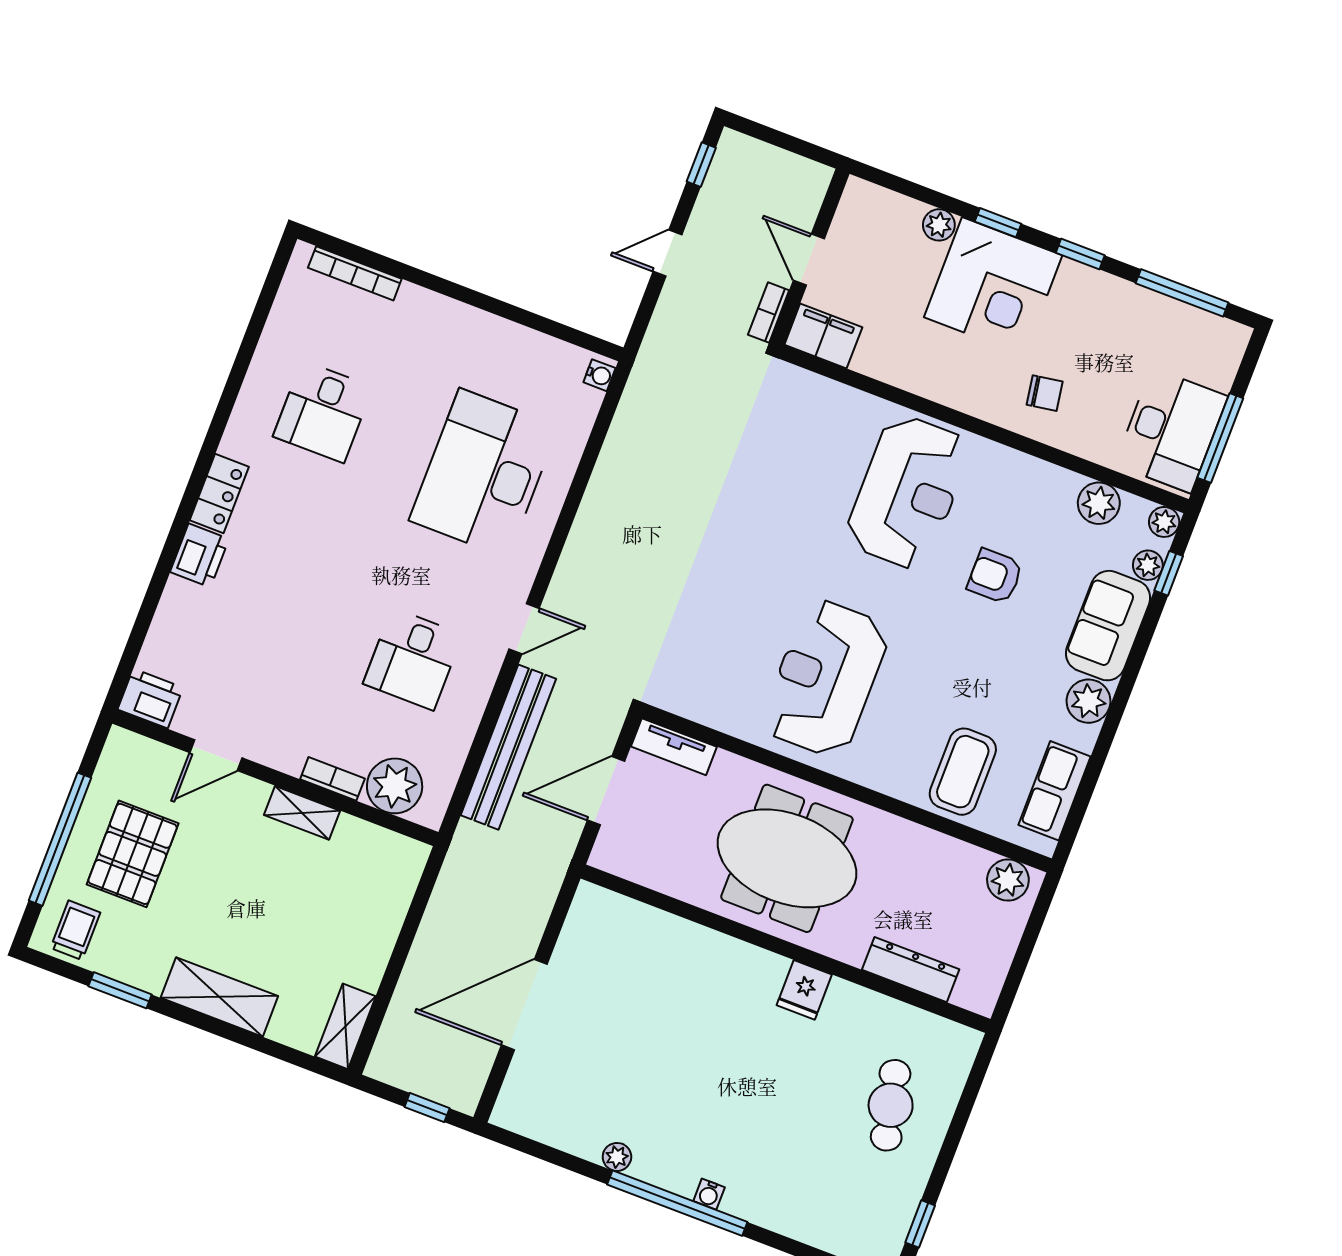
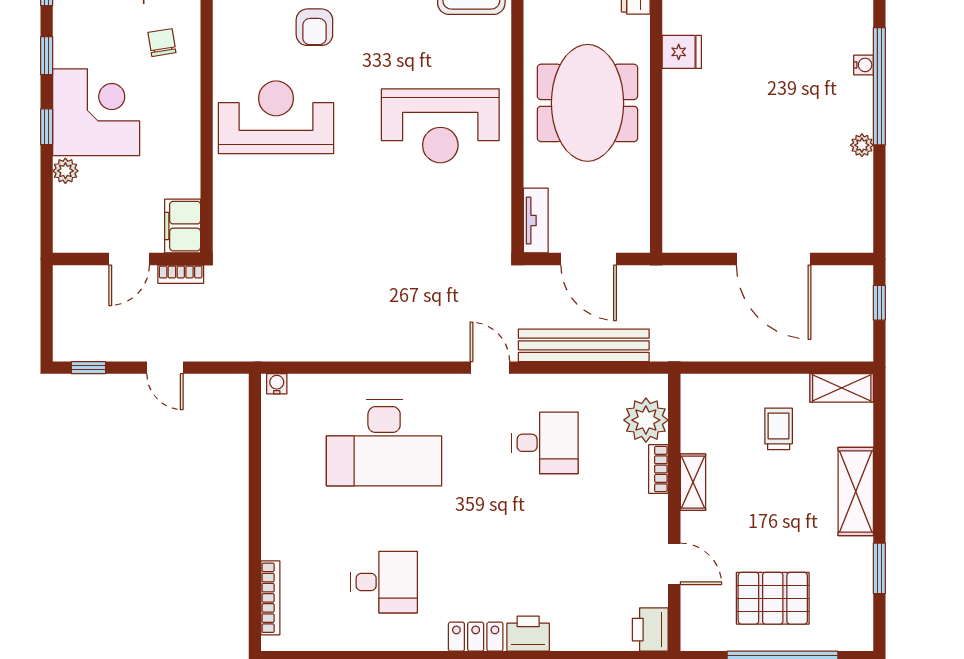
trolley: (75, 930) -> (779, 429), moved, turned 90

